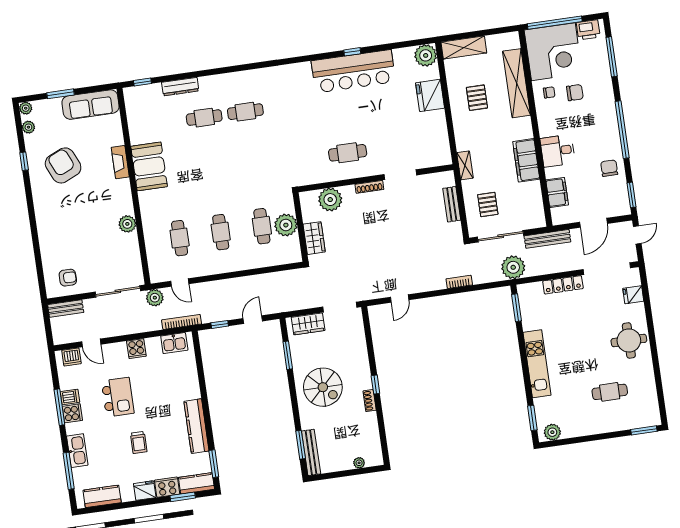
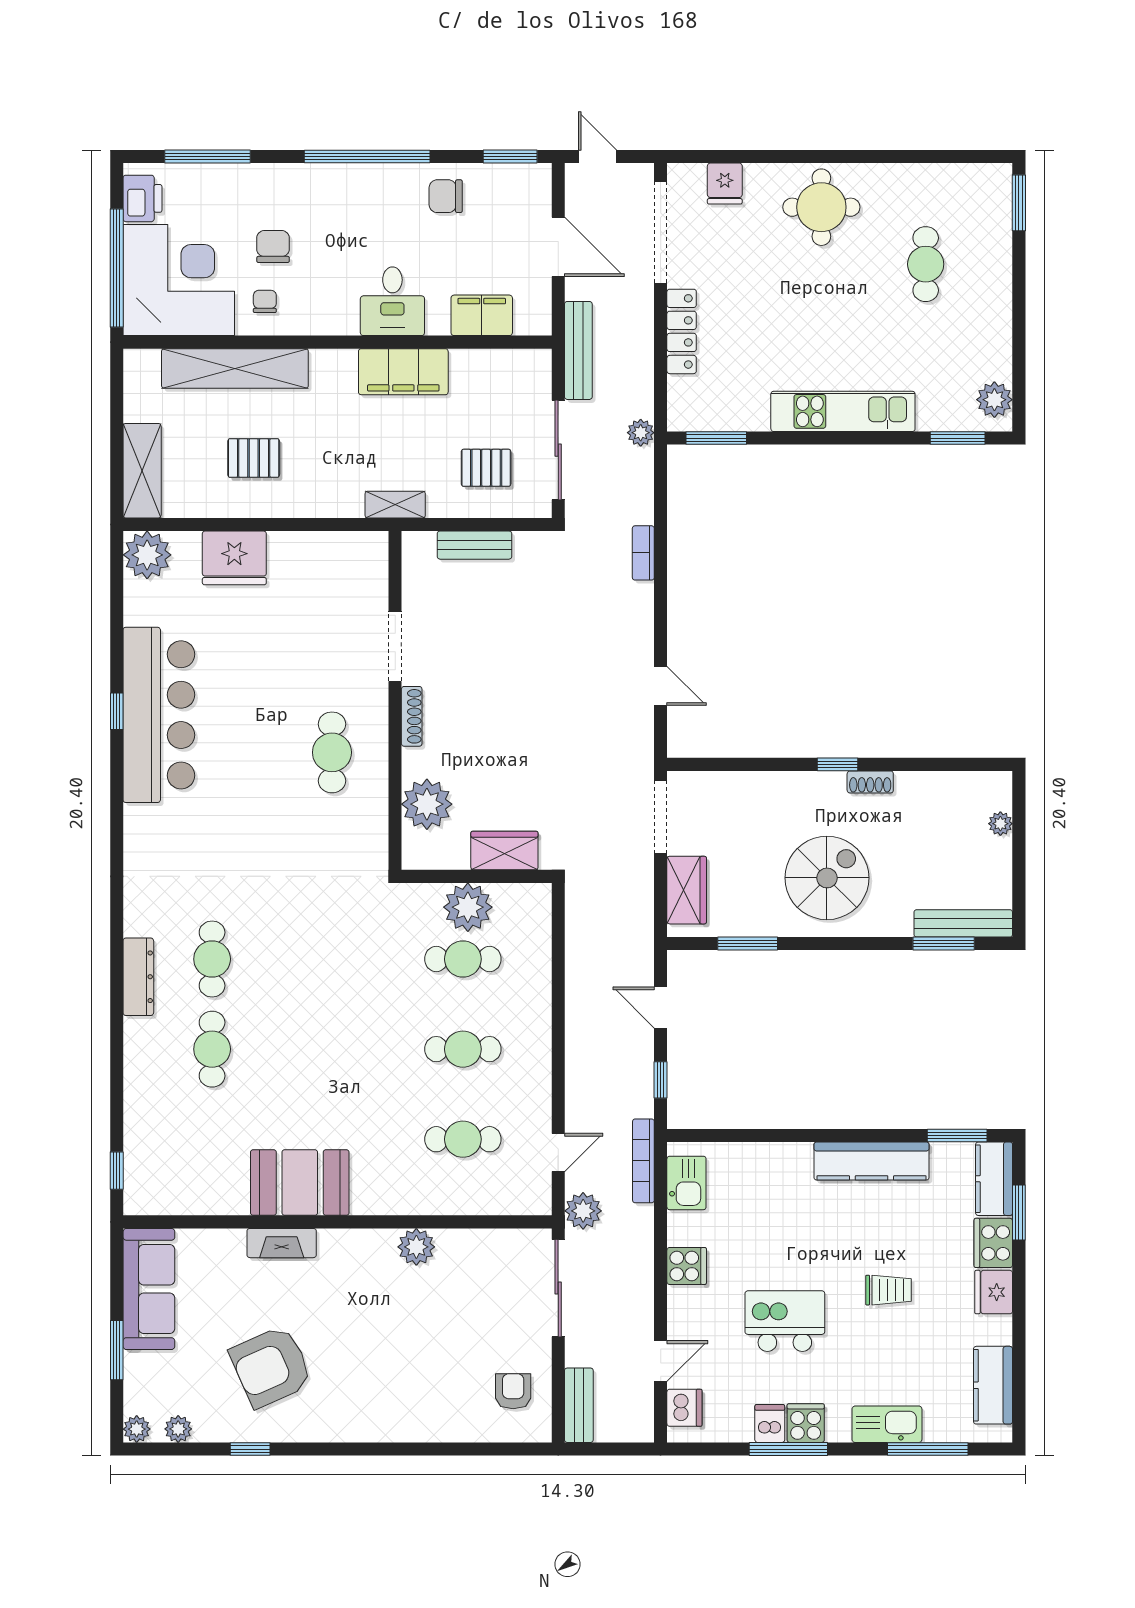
dresser: (180, 87) -> (138, 977), moved
plant: (513, 267) -> (641, 433), width x0.53, depth x0.53

